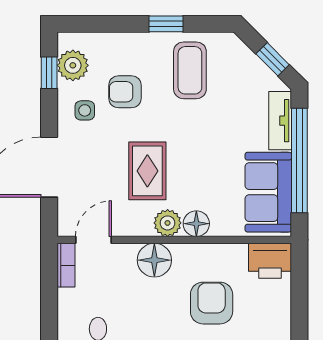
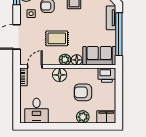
rug: (147, 171) -> (57, 38), turned 90
sofa: (268, 192) -> (99, 56), moved, turned 90
armchair: (212, 303) -> (83, 92), turned -90

